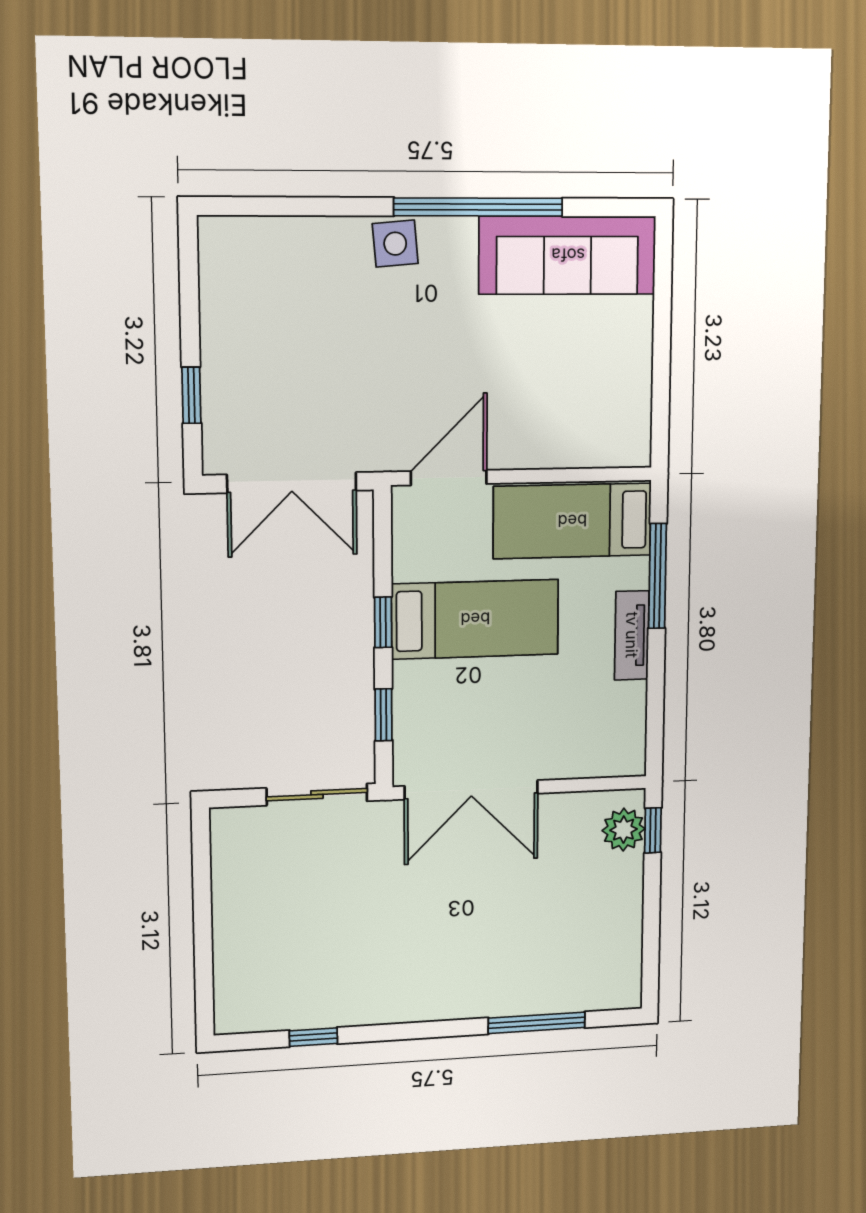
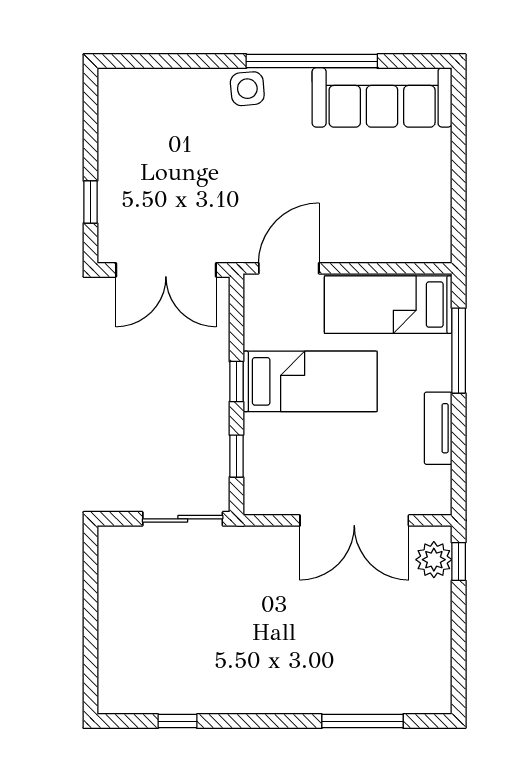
tv unit: (632, 635) -> (438, 428), moved
double door: (471, 790) -> (354, 520), moved

